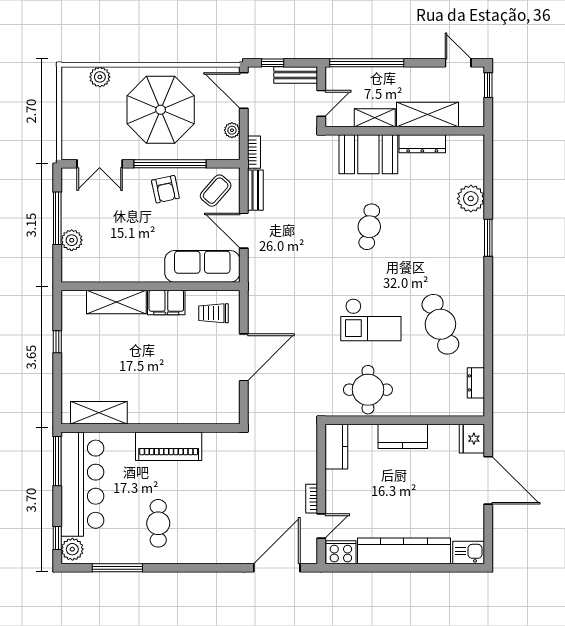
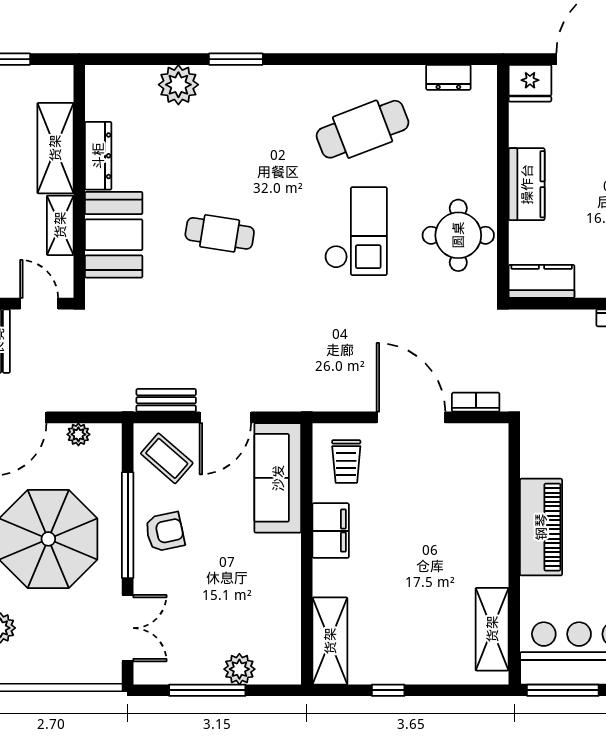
bookcase: (254, 152) -> (476, 402), moved
shelving: (116, 302) -> (330, 641), moved

